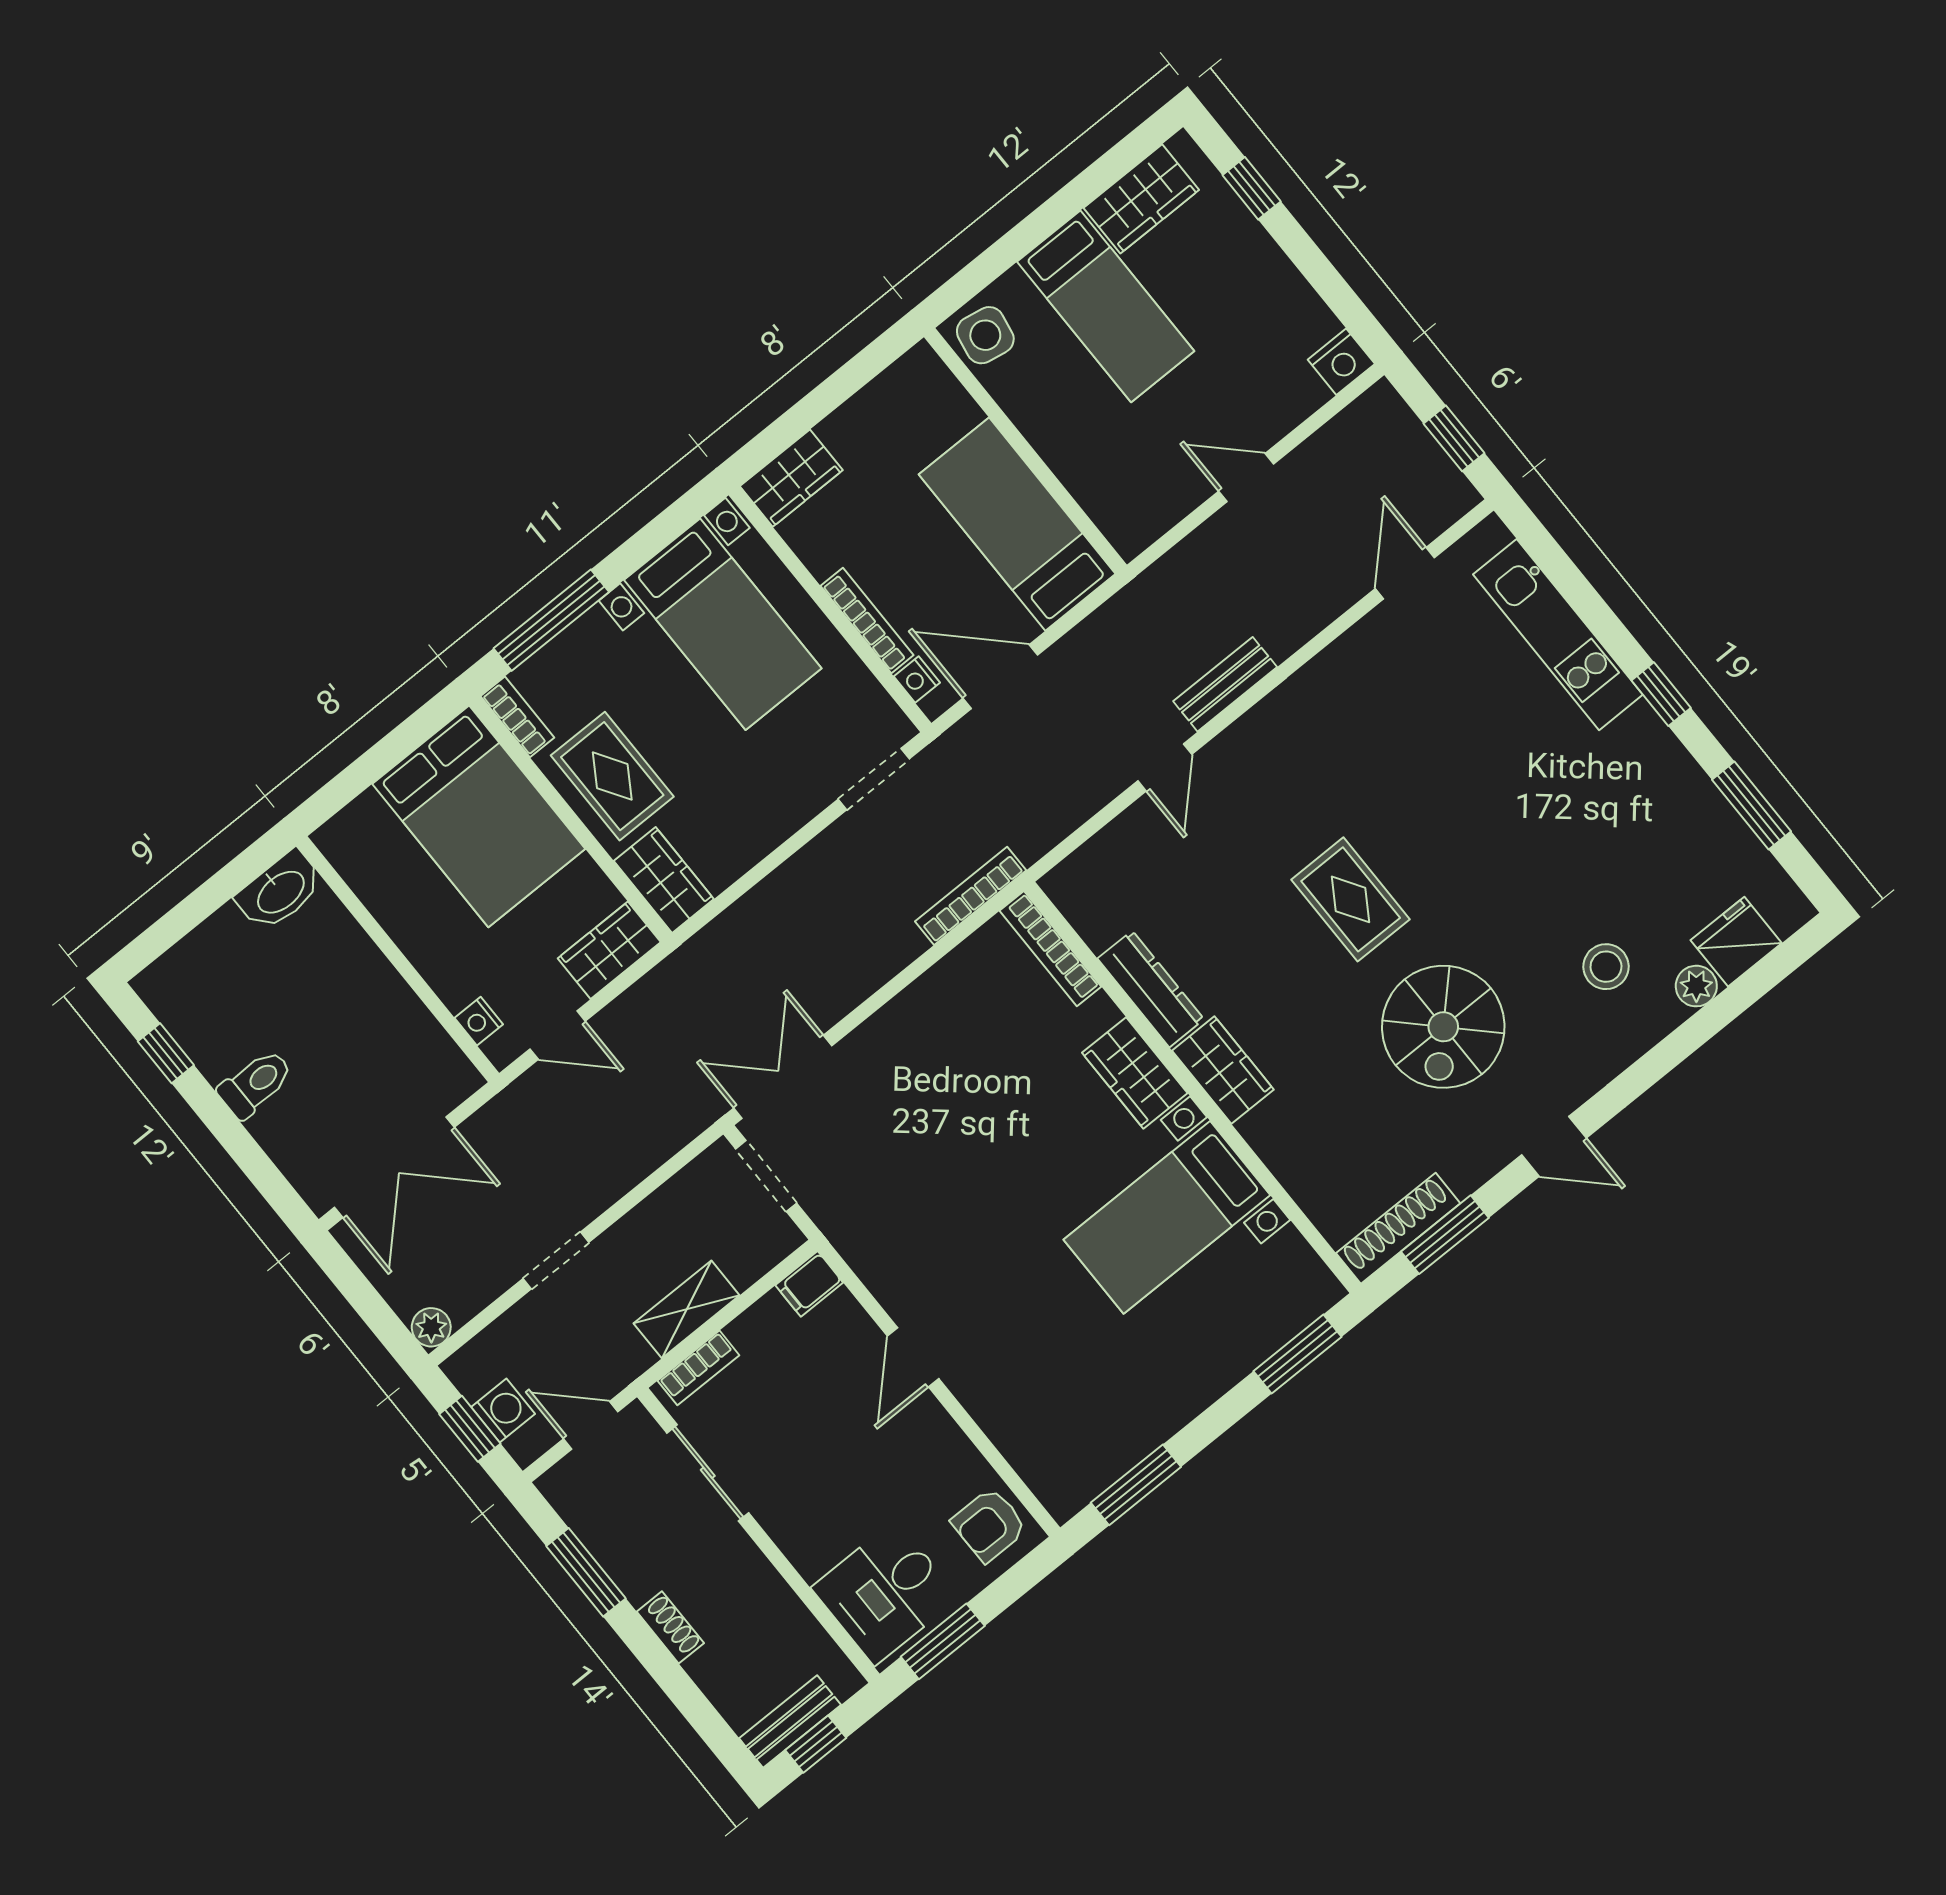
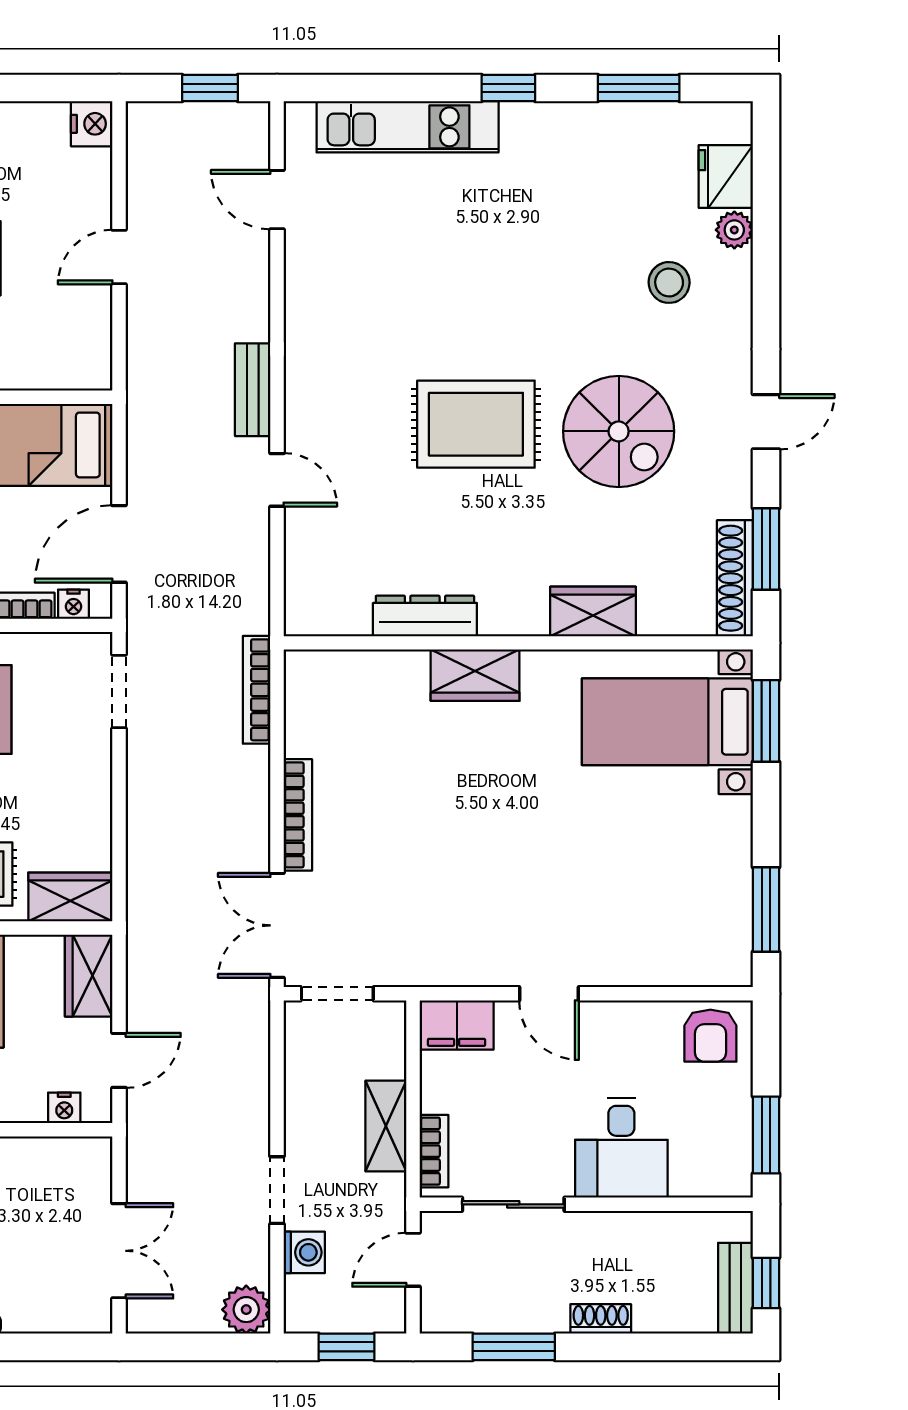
rug: (1351, 899) -> (476, 424), width x1.36, depth x1.43
bookcase: (1050, 949) -> (298, 815), moved, turned -90
wardrobe: (1223, 1070) -> (593, 611), moved
double door: (394, 1167) -> (119, 1251), width x0.73
bed with nightstands: (1167, 1217) -> (667, 722), moved, turned 90
filing cabinet: (809, 1284) -> (457, 1025), width x2.00
plant: (431, 1327) -> (246, 1310), width x1.38, depth x1.38
washing machine: (503, 1410) -> (304, 1252), moved, turned 90
desk: (885, 1593) -> (621, 1148), moved

